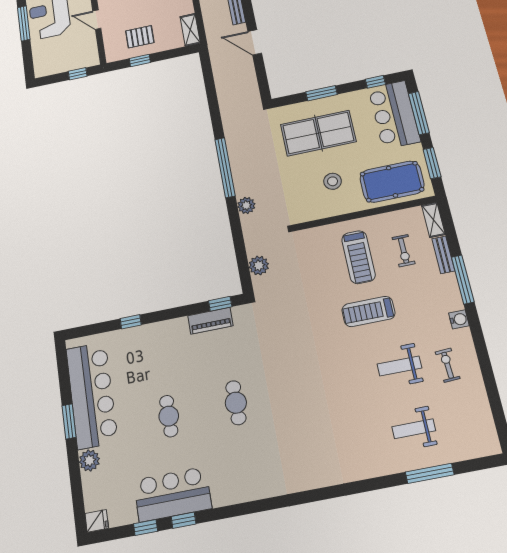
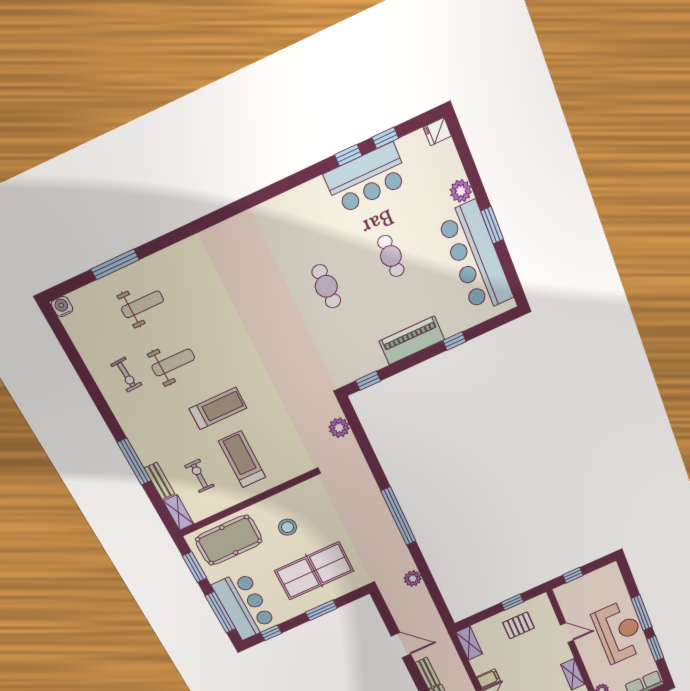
plant: (246, 205) -> (413, 578), moved
water cooler: (459, 319) -> (62, 306), moved, turned 90
piano: (210, 321) -> (412, 340), moved, width x1.37, depth x1.33

